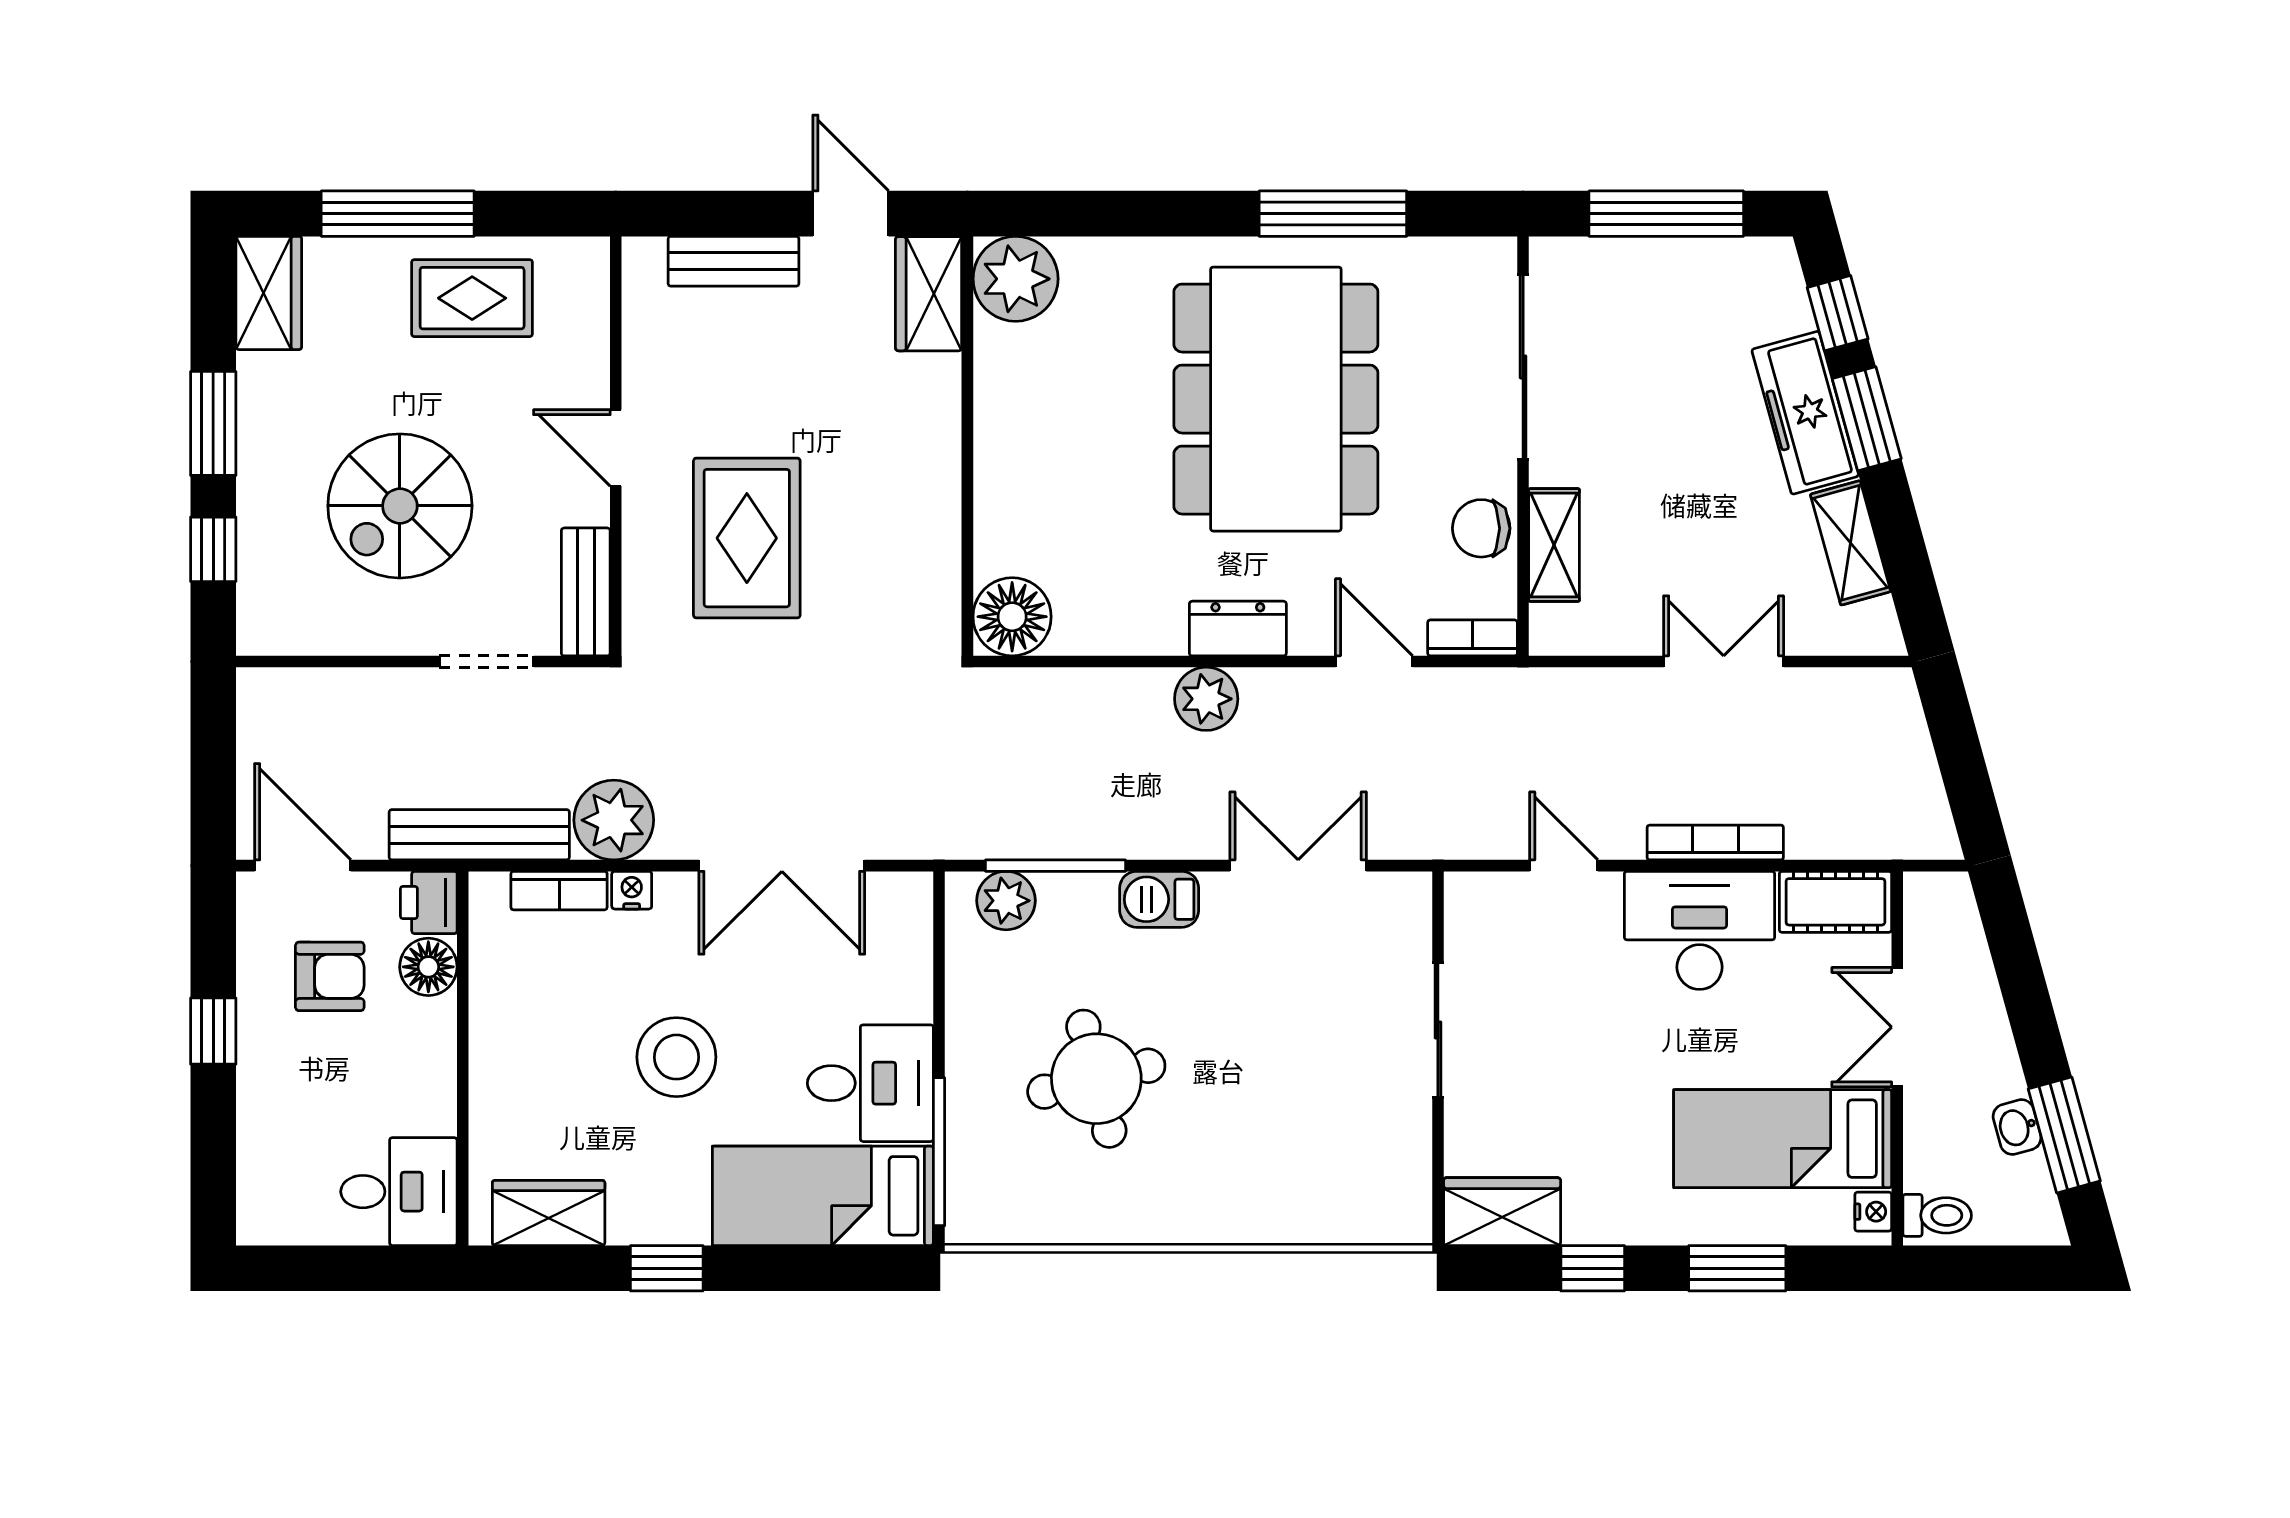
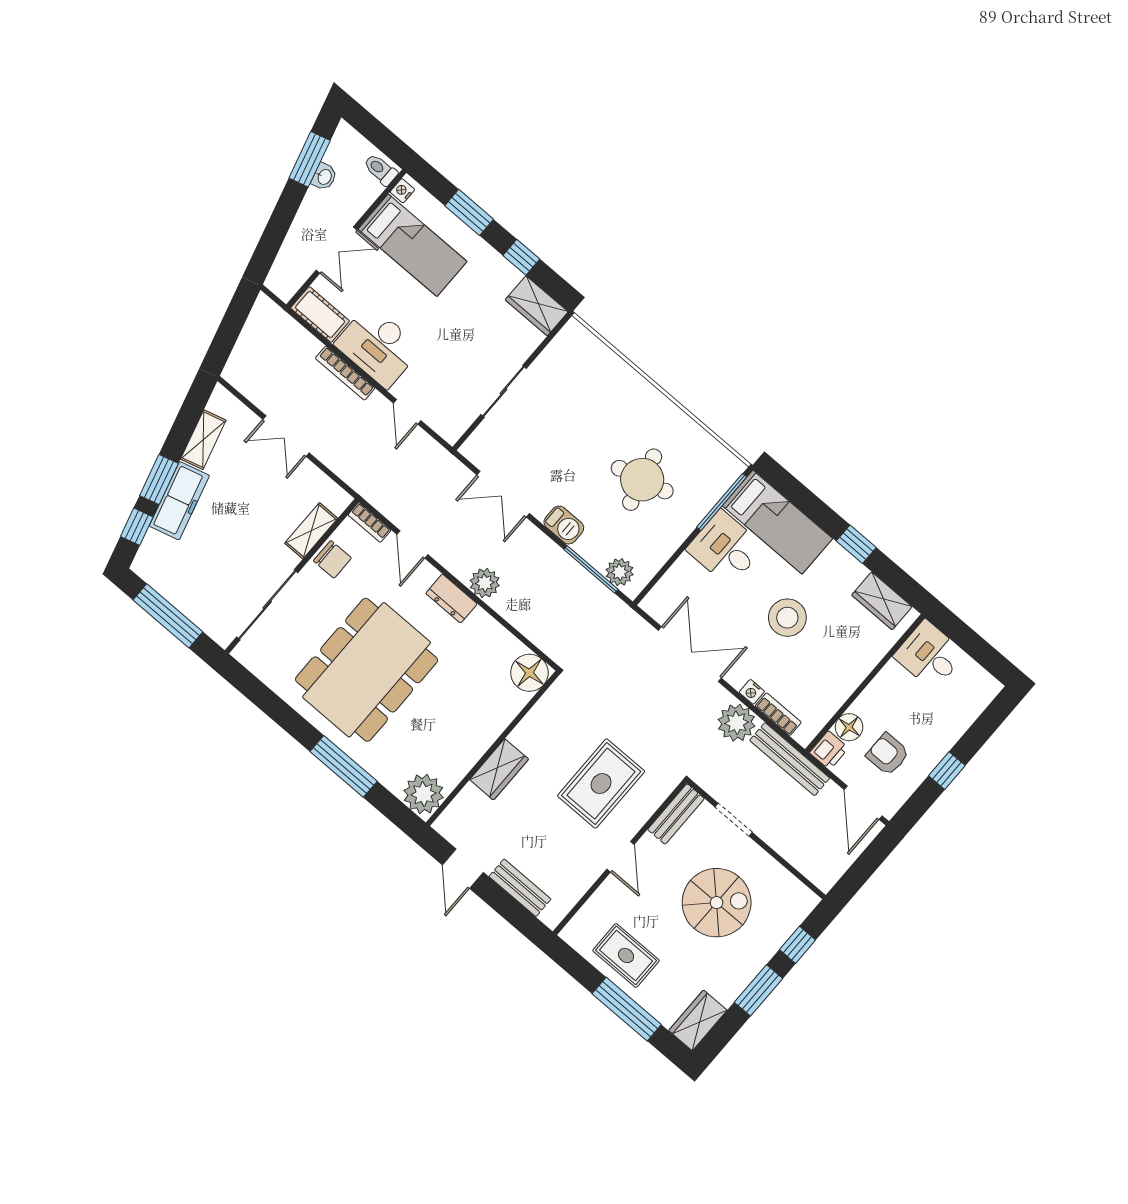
window: (1333, 214) -> (344, 766), moved
wardrobe: (929, 294) -> (499, 769), moved

